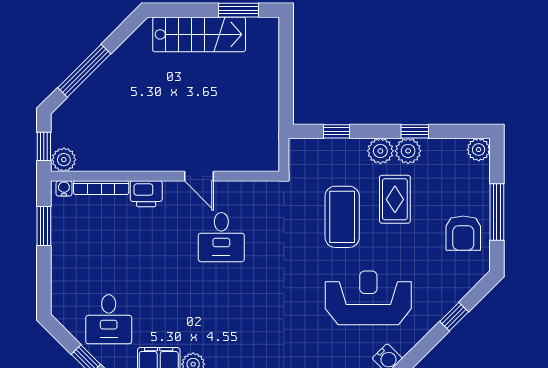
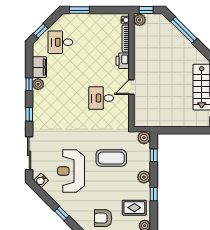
plant: (408, 151) -> (144, 138), moved
rug: (395, 199) -> (134, 208), moved
window: (44, 226) -> (79, 10), moved
reception desk: (368, 298) -> (71, 171), turned 180

